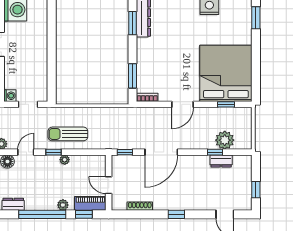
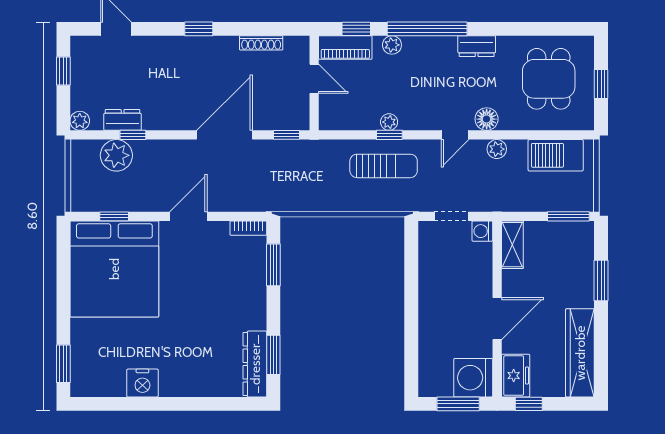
window: (54, 152) -> (389, 135), moved
plant: (246, 160) -> (80, 121), added

